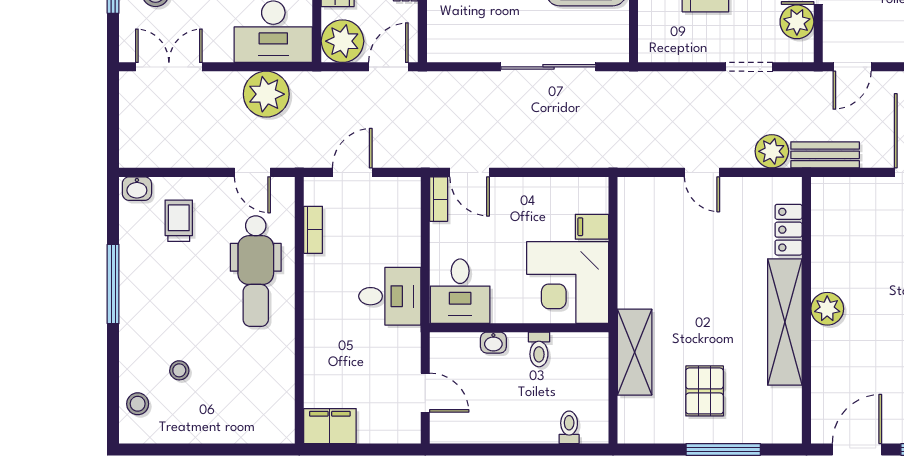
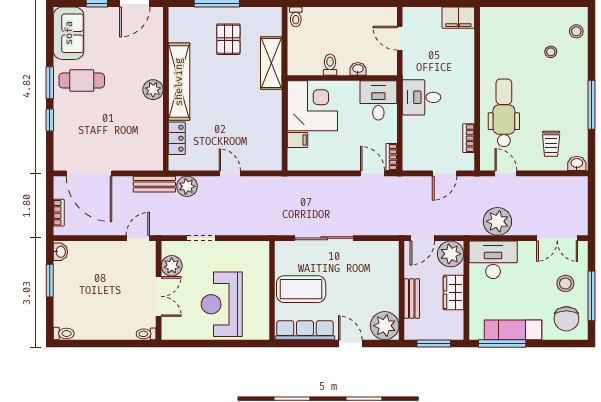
toilet: (569, 427) -> (296, 17), moved

